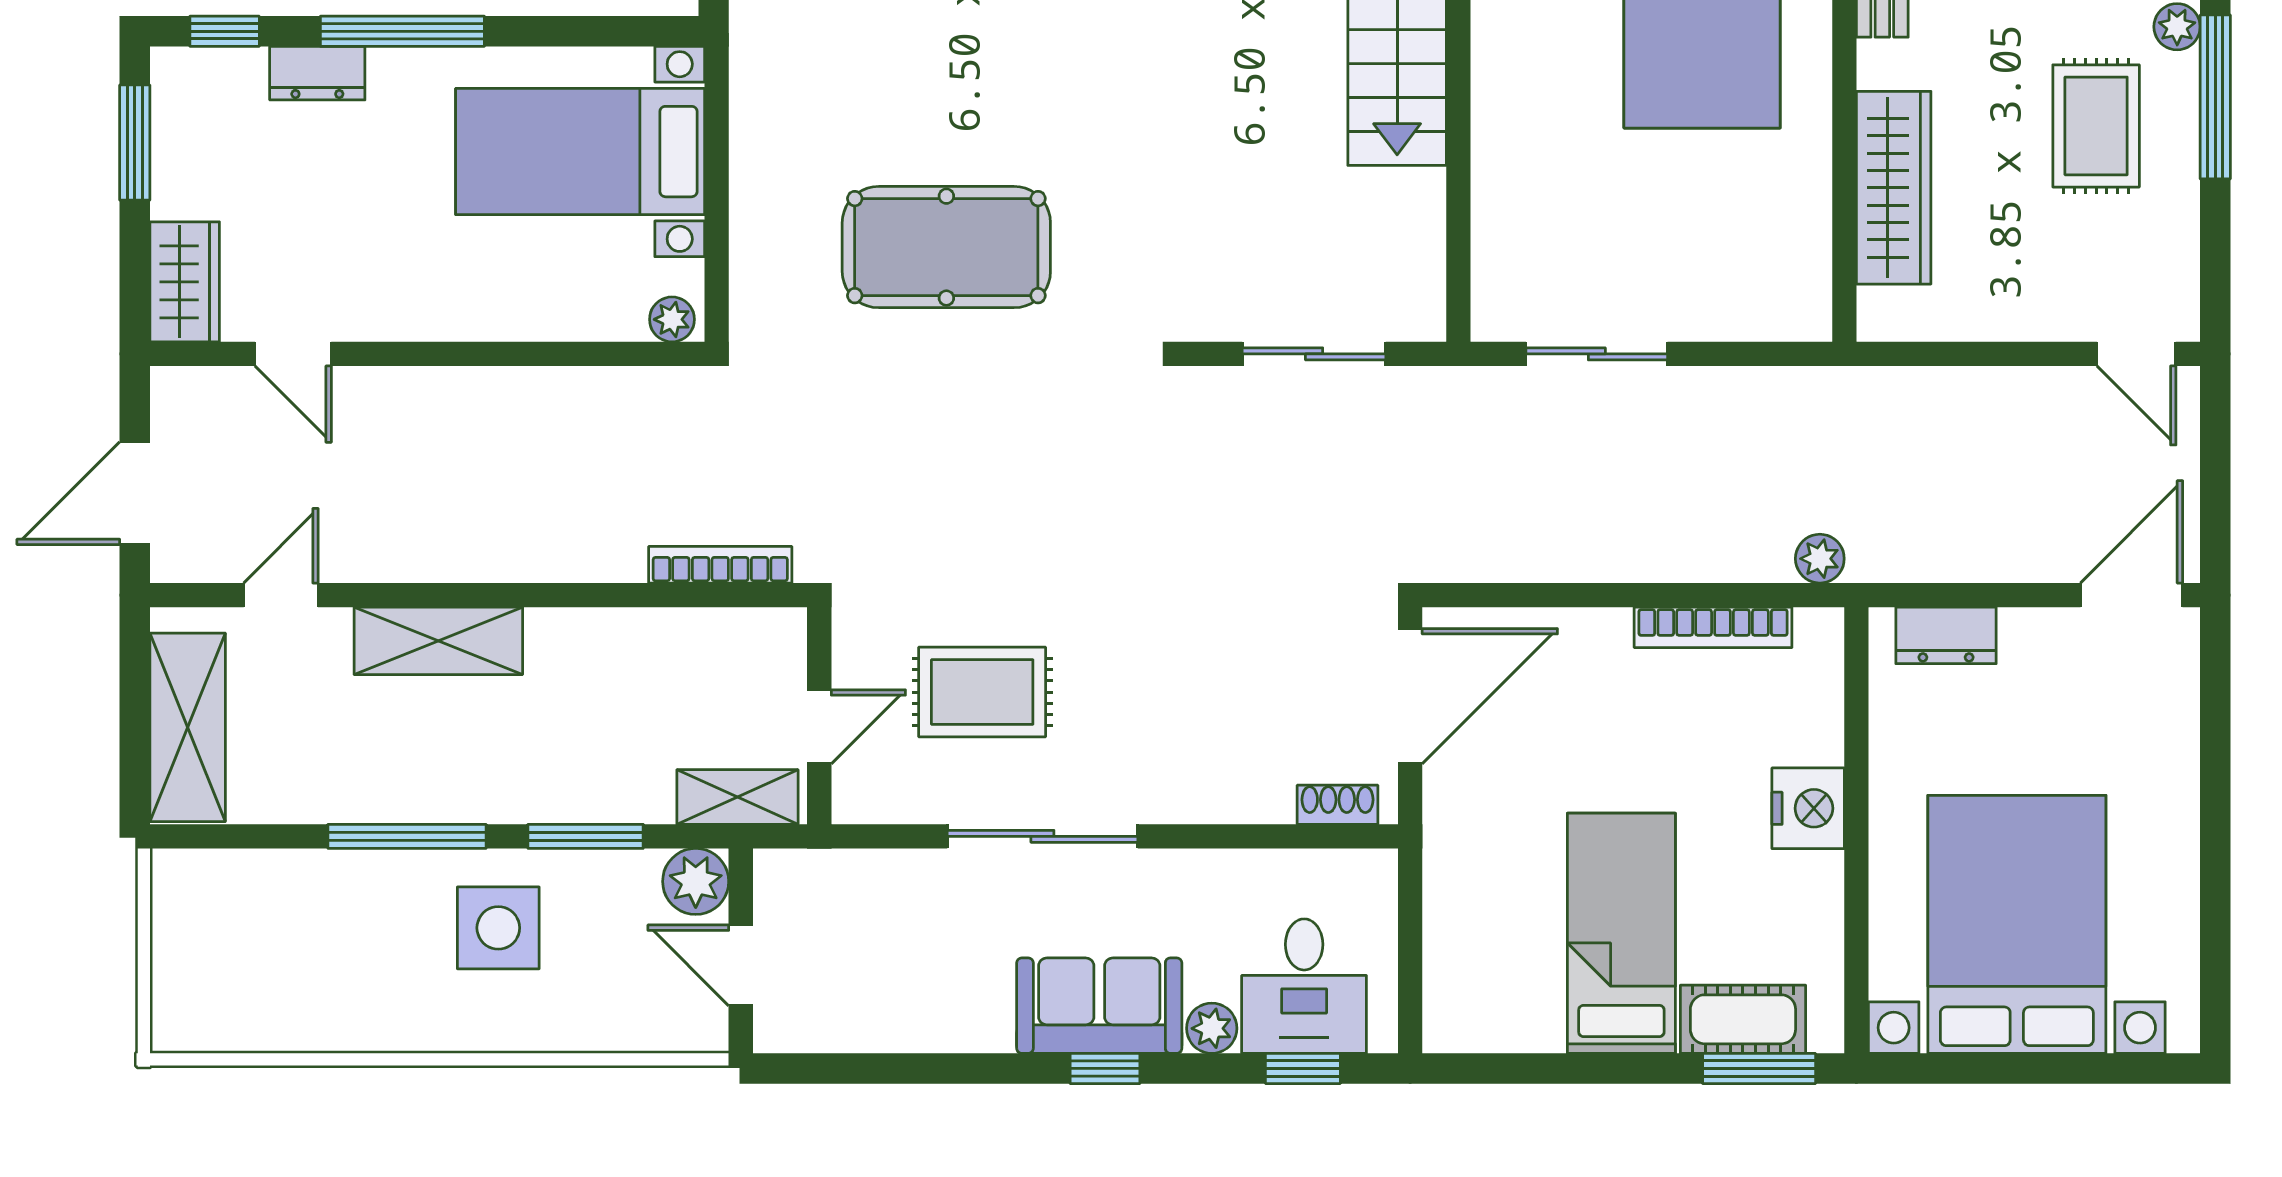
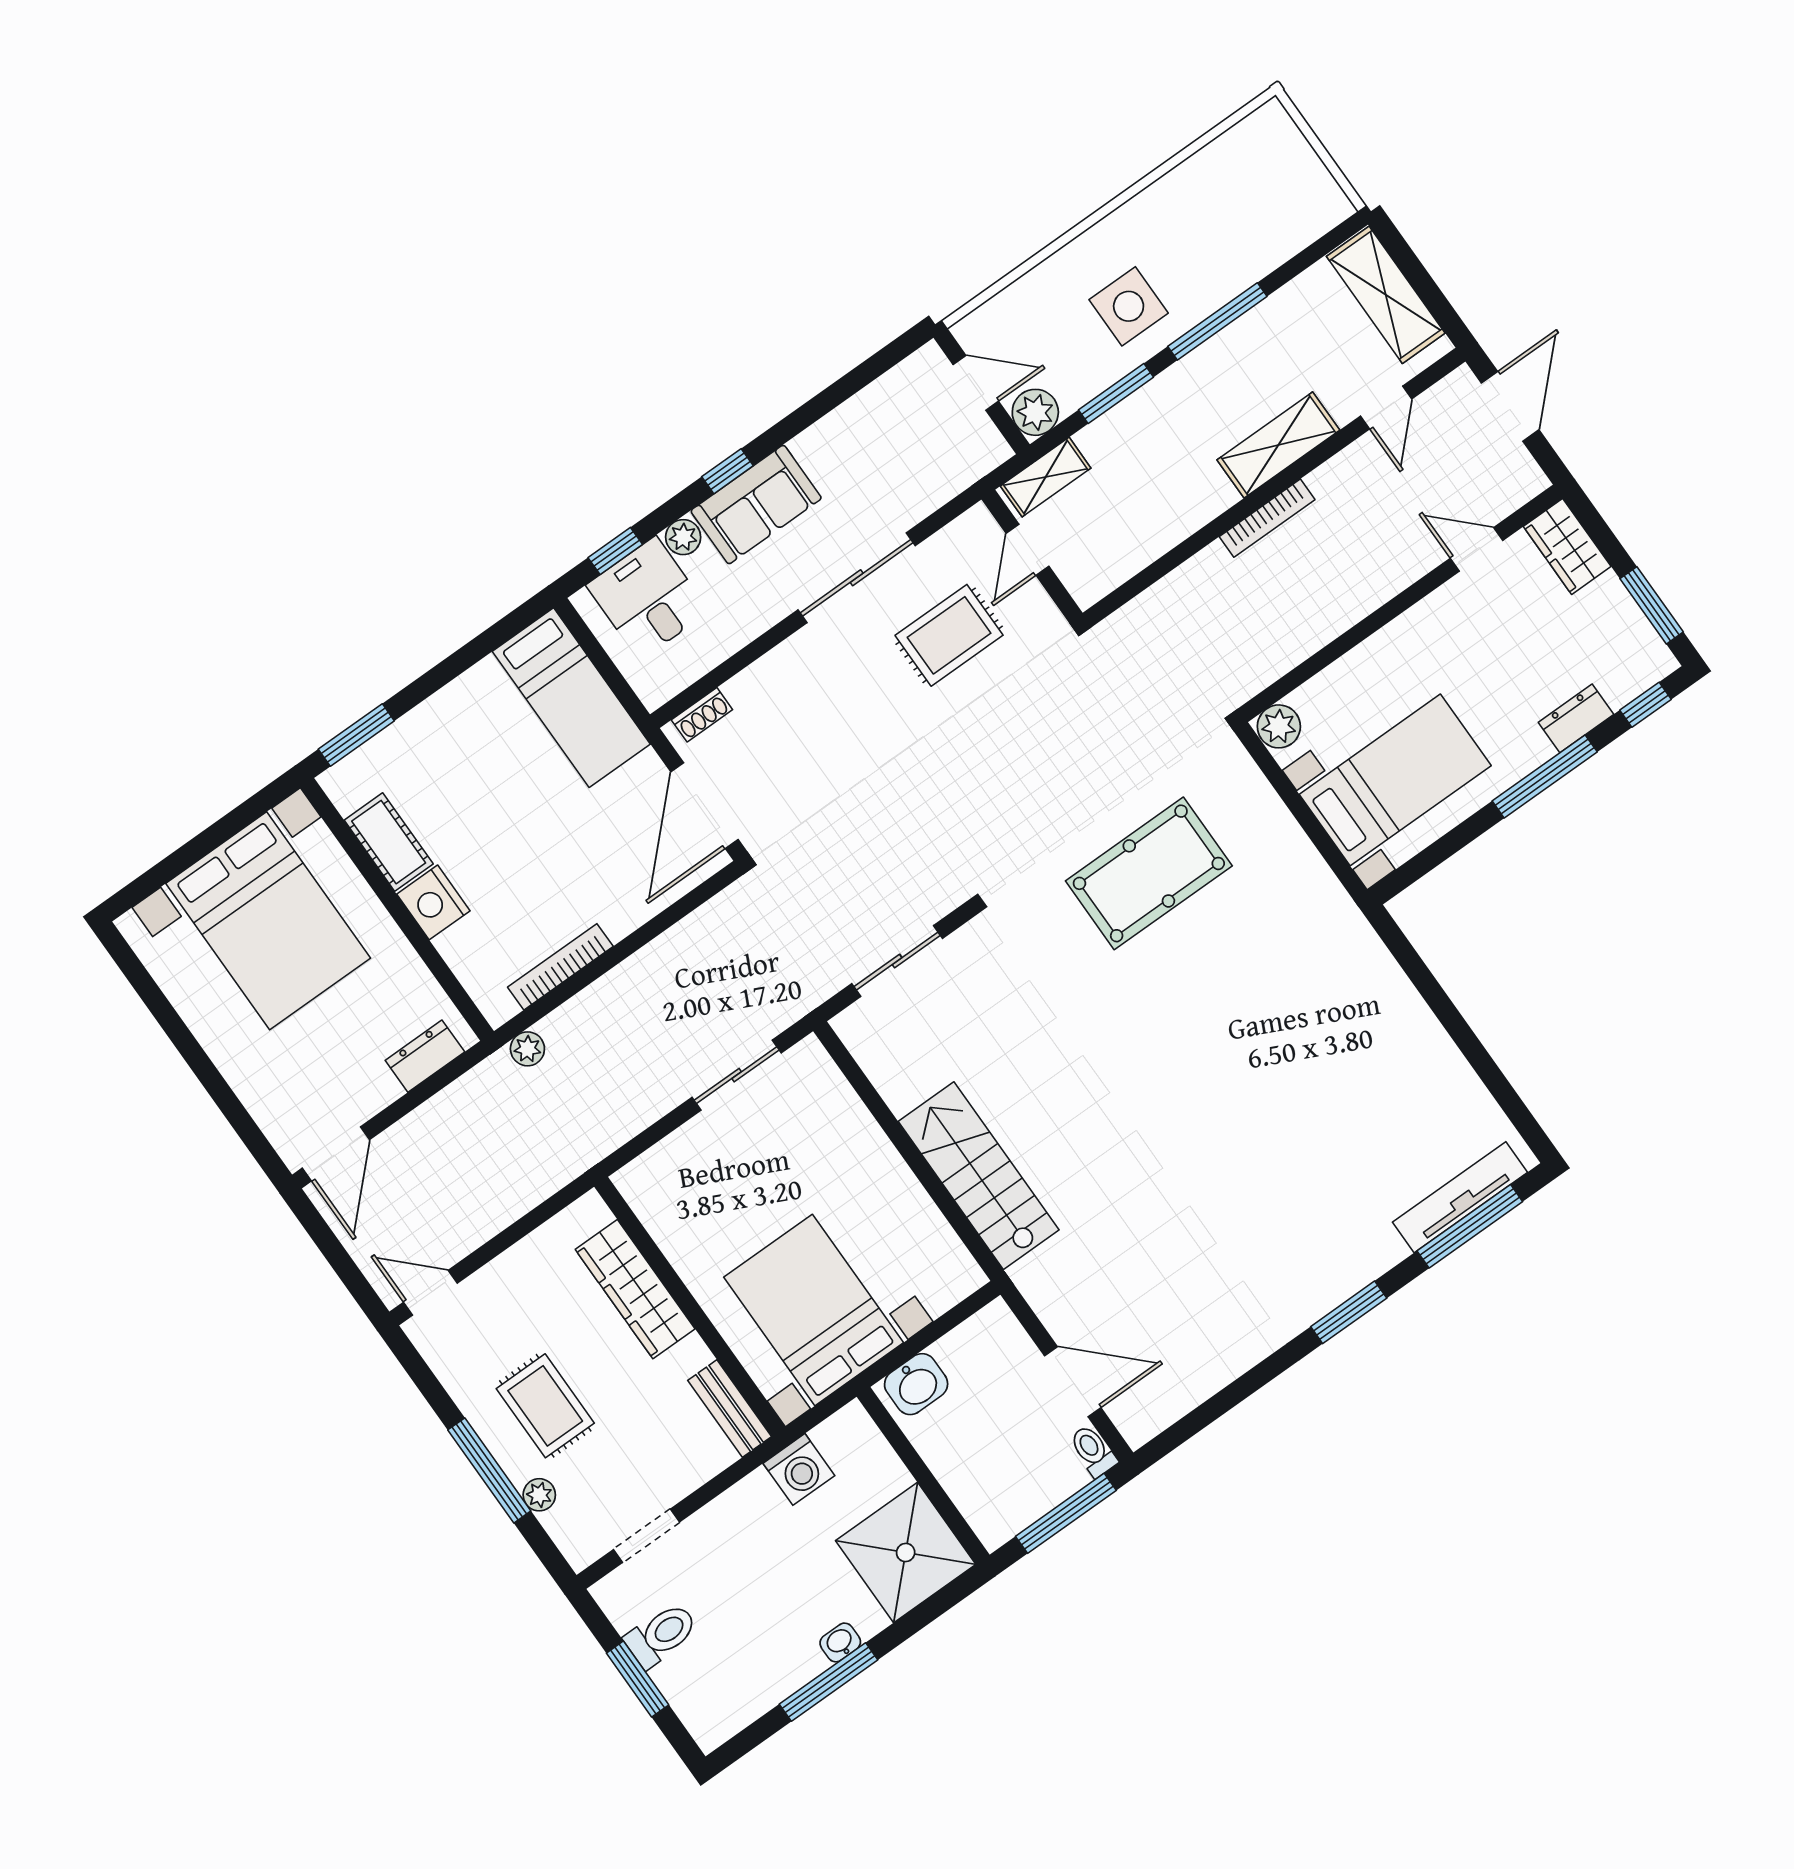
plant: (672, 319) -> (1279, 726), width x1.38, depth x1.38
bookcase: (720, 565) -> (1267, 518), moved
bed: (1621, 933) -> (571, 698), moved
cot: (1743, 1019) -> (389, 842), moved, turned 90

